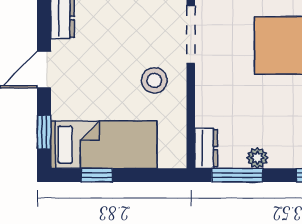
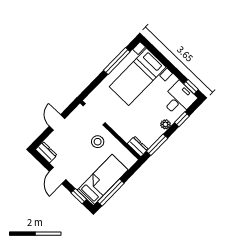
plant: (257, 158) -> (165, 124), moved
window: (97, 175) -> (111, 192), width x2.17

